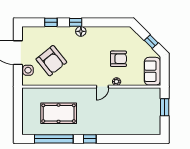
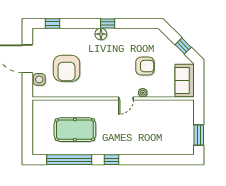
window: (51, 22) -> (52, 23), moved
window: (76, 22) -> (108, 23), moved
armchair: (51, 61) -> (67, 68), turned 39
window: (165, 107) -> (199, 135), moved

